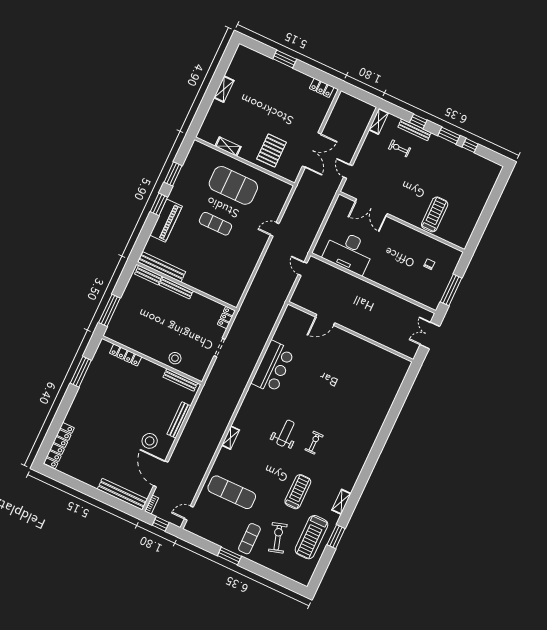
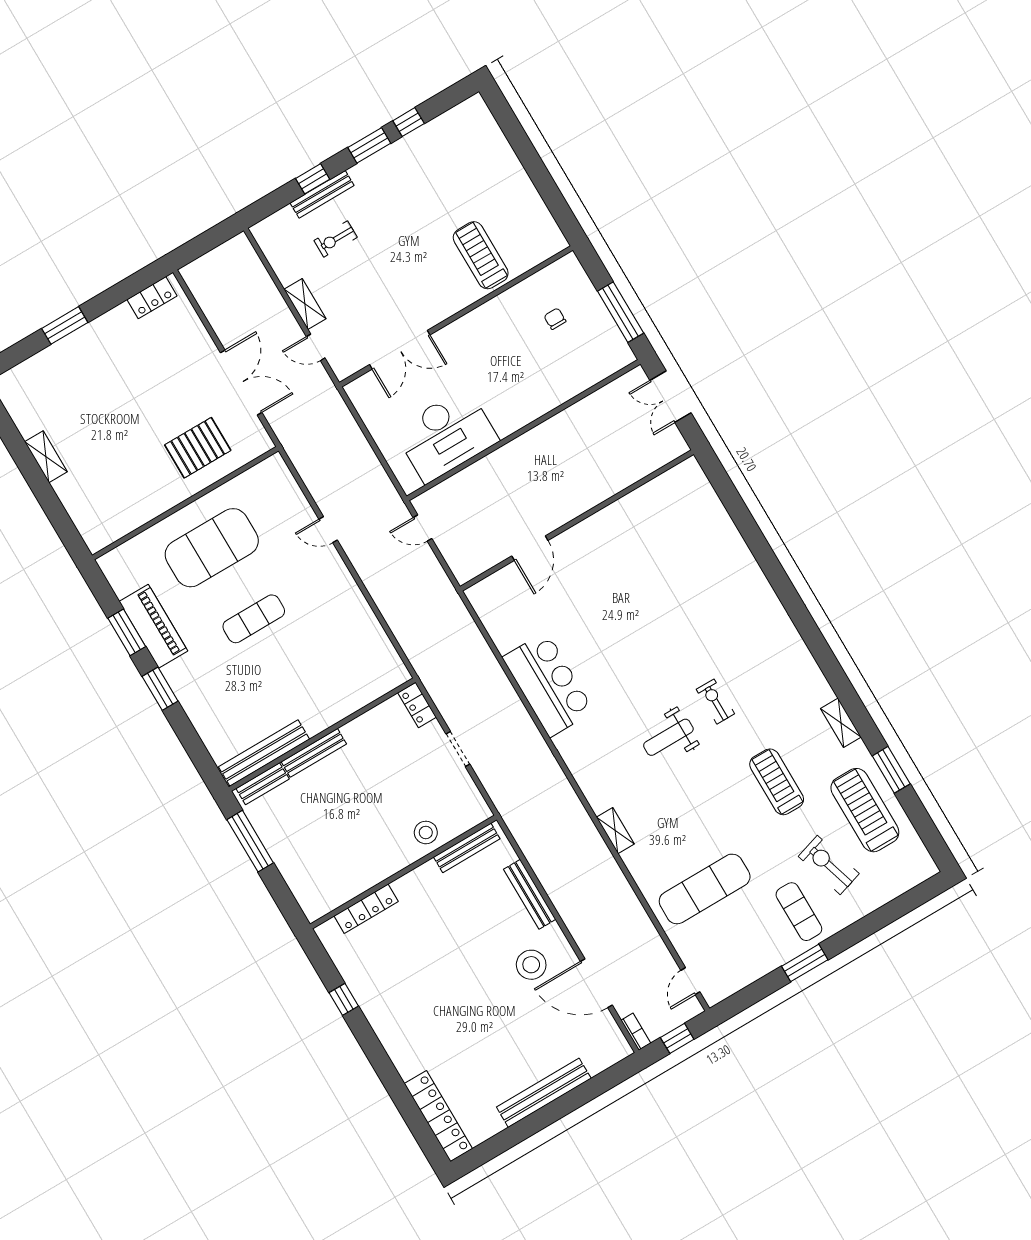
shelving: (379, 121) -> (305, 304), moved
shelving: (228, 146) -> (143, 513), removed
pallet: (272, 151) -> (198, 448), turned 90
piano: (166, 221) -> (153, 626), moved
door: (275, 229) -> (328, 530), hinge flipped
window: (109, 310) -> (250, 841), moved
window: (81, 372) -> (344, 999), width x0.46
weight bench: (285, 433) -> (668, 737), turned -90
bench: (122, 494) -> (544, 1093), moved
treadmill: (311, 537) -> (865, 810), turned 180

